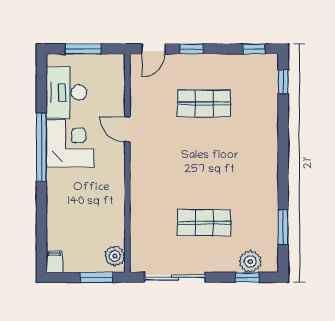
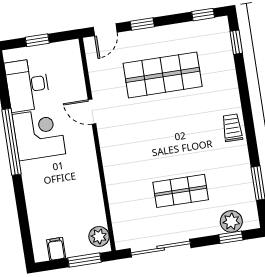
window: (83, 49) -> (37, 40), width x0.67
shop shelf: (204, 103) -> (163, 75), width x1.43, depth x1.36
trolley: (266, 167) -> (232, 128), added
filing cabinet: (54, 262) -> (56, 249), moved

